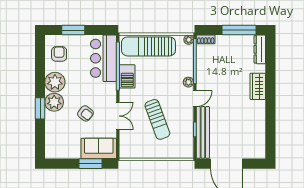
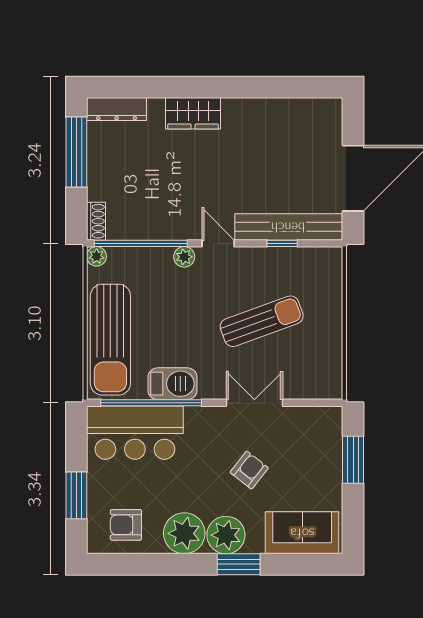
sofa: (99, 148) -> (302, 533), moved, turned 90

